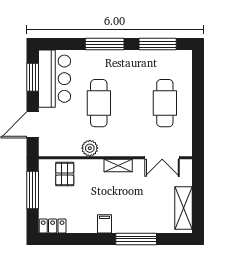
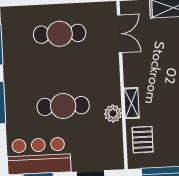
shelving: (118, 166) -> (131, 103), moved
pallet: (65, 174) -> (143, 140), turned 90

